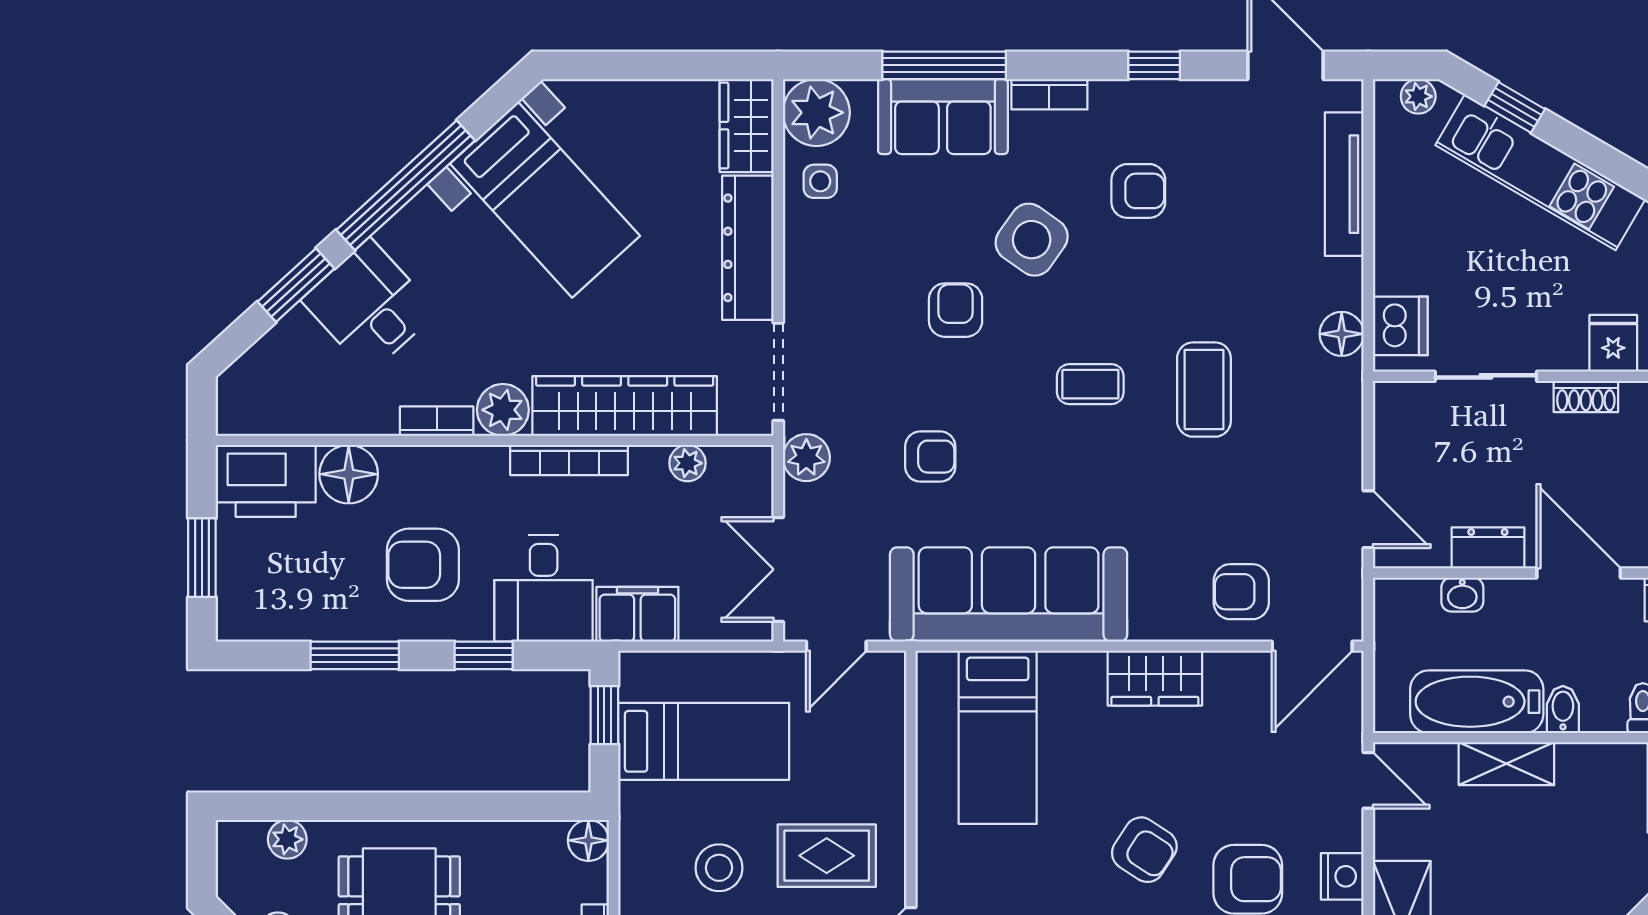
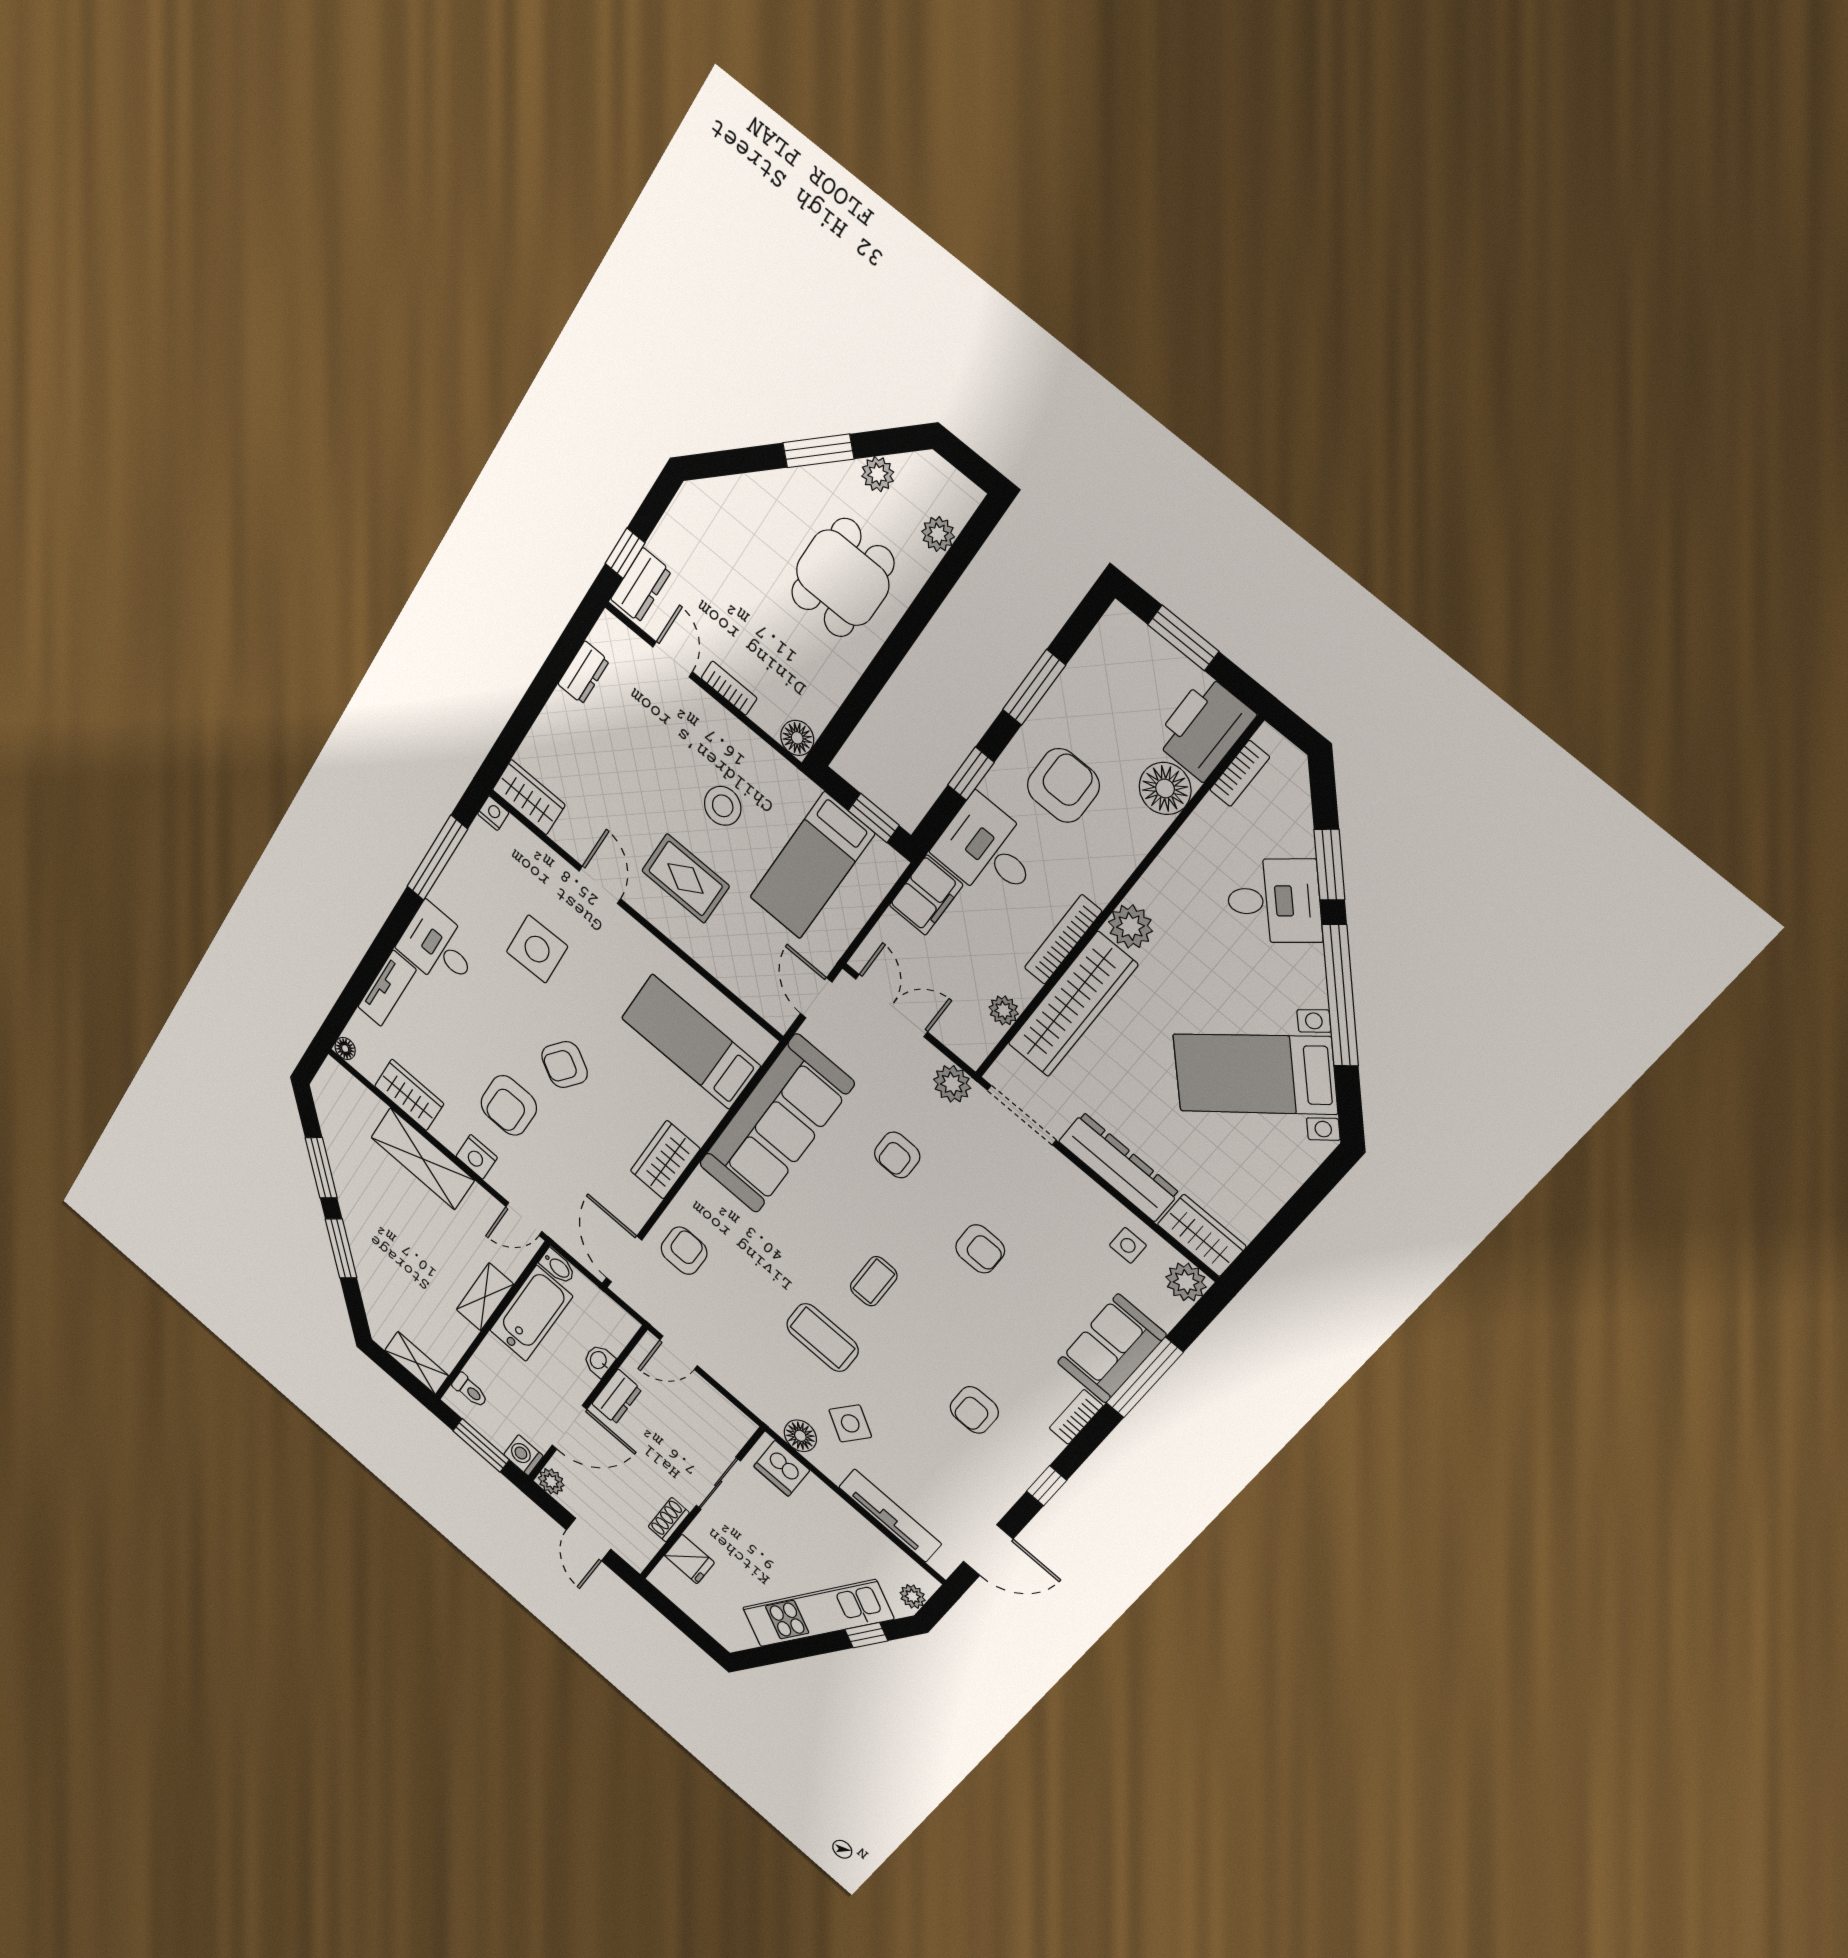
plant: (816, 113) -> (1186, 1282), width x0.73, depth x0.73
side table: (1032, 240) -> (850, 1423), moved, width x0.73, depth x0.73
bookcase: (437, 421) -> (1240, 773), moved
bidet: (1563, 710) -> (558, 1266), moved
rug: (827, 856) -> (686, 879), turned 90

